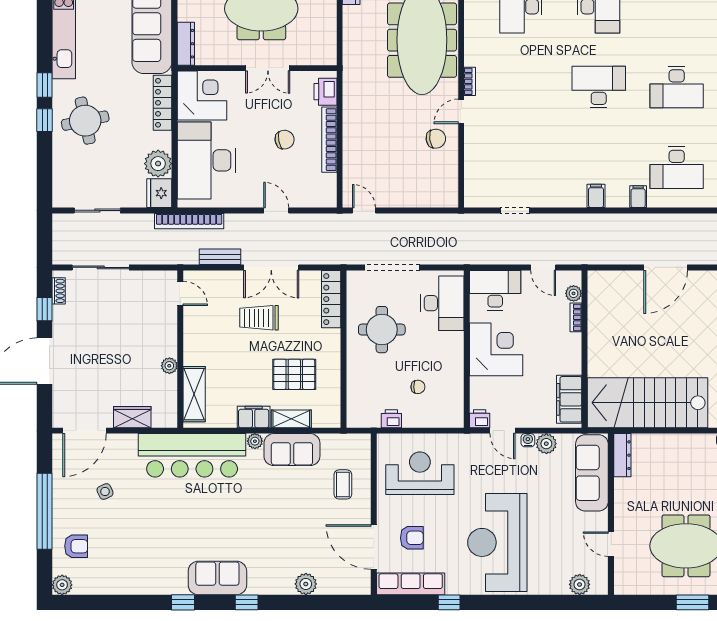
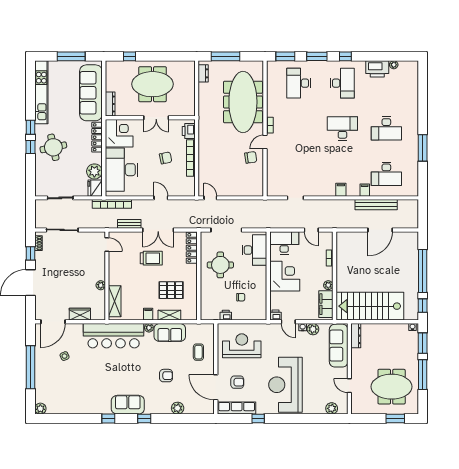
bench: (659, 223) -> (376, 205), added
plant: (574, 293) -> (328, 285), moved
trolley: (259, 318) -> (151, 258), turned 180
filing cabinet: (254, 417) -> (148, 314), width x0.50
armchair: (76, 546) -> (166, 376), moved

